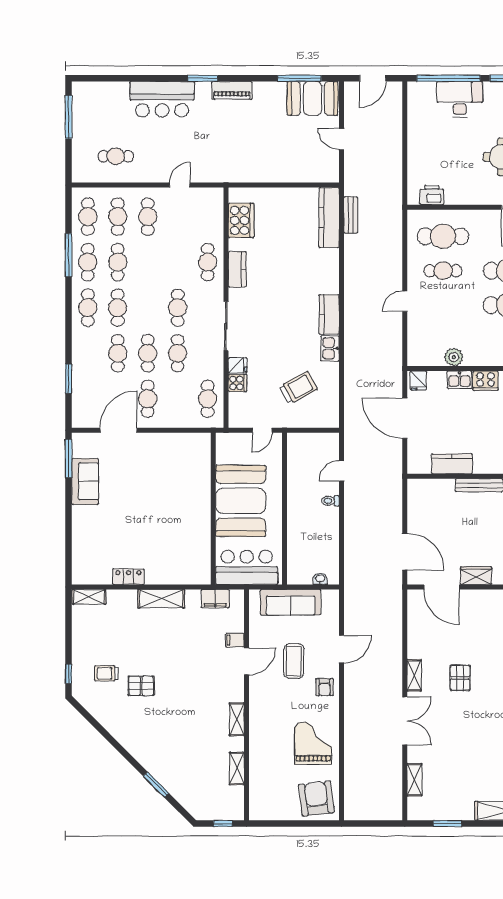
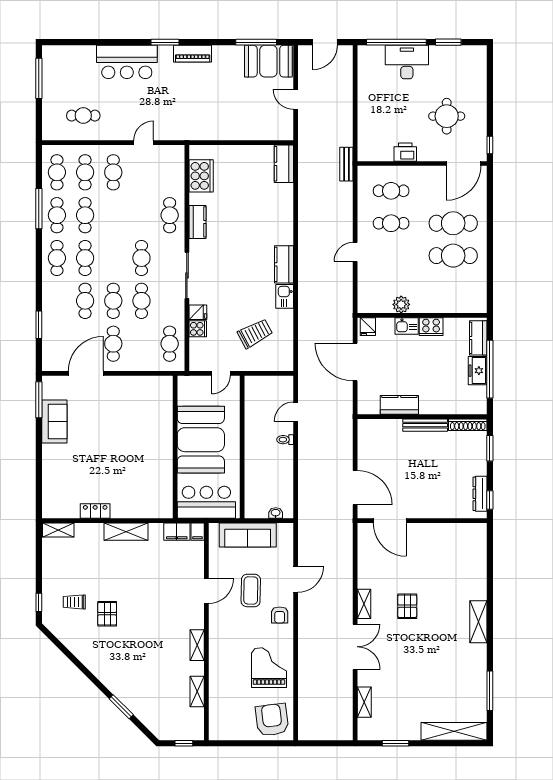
printer: (432, 195) -> (405, 152), moved
bench: (351, 215) -> (346, 164), moved
kitchen counter: (329, 218) -> (284, 164), width x0.67
cafe table: (443, 236) -> (391, 191), width x0.73, depth x0.74
wardrobe: (476, 576) -> (422, 510), removed
filing cabinet: (235, 640) -> (198, 532), moved, turned -90
pallet: (141, 686) -> (107, 614), turned 90

